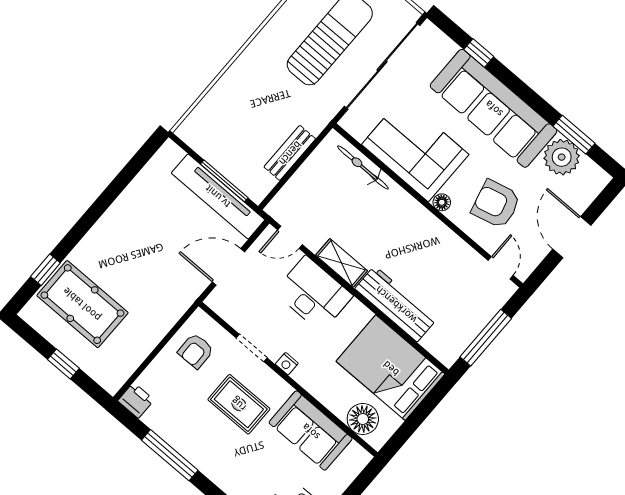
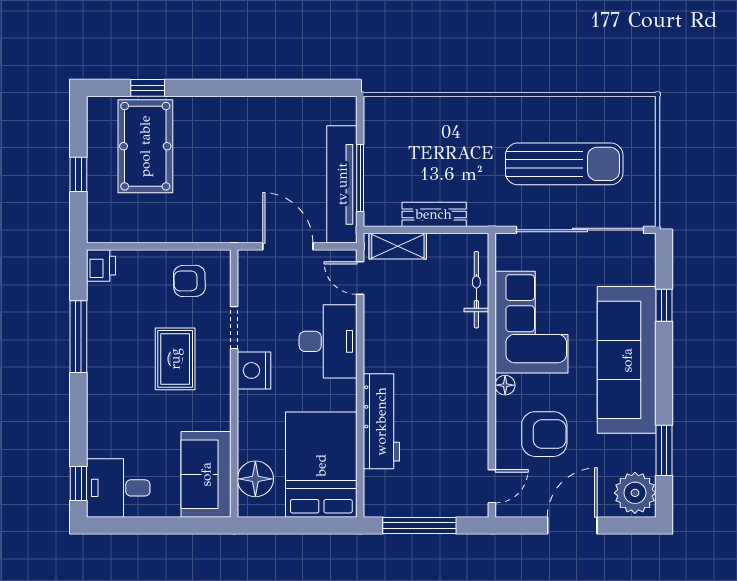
plant: (562, 157) -> (635, 493), moved
armchair: (496, 204) -> (544, 434), turned 104
shelving: (341, 263) -> (398, 246), moved, turned 90
nightstand: (287, 364) -> (254, 370), width x1.89, depth x1.79
sofa: (311, 431) -> (206, 474), moved

